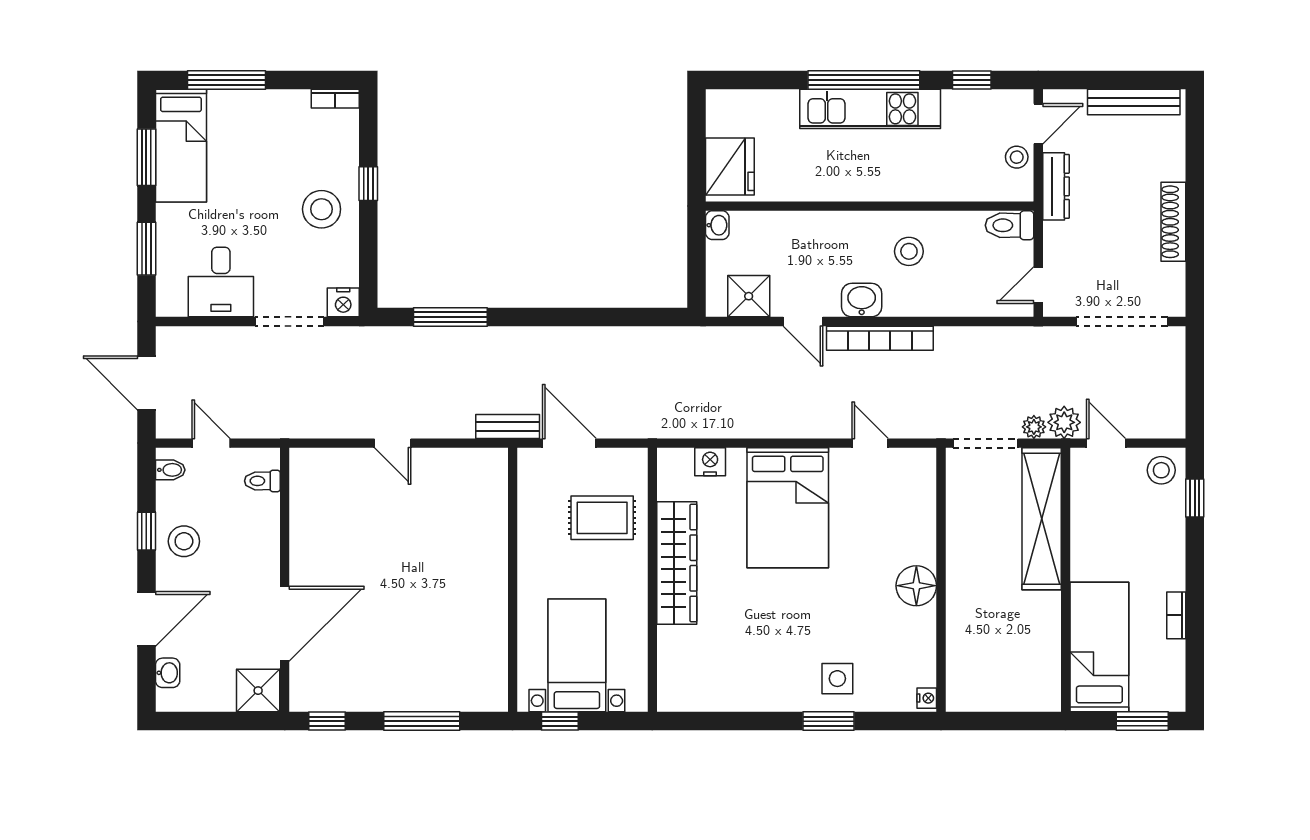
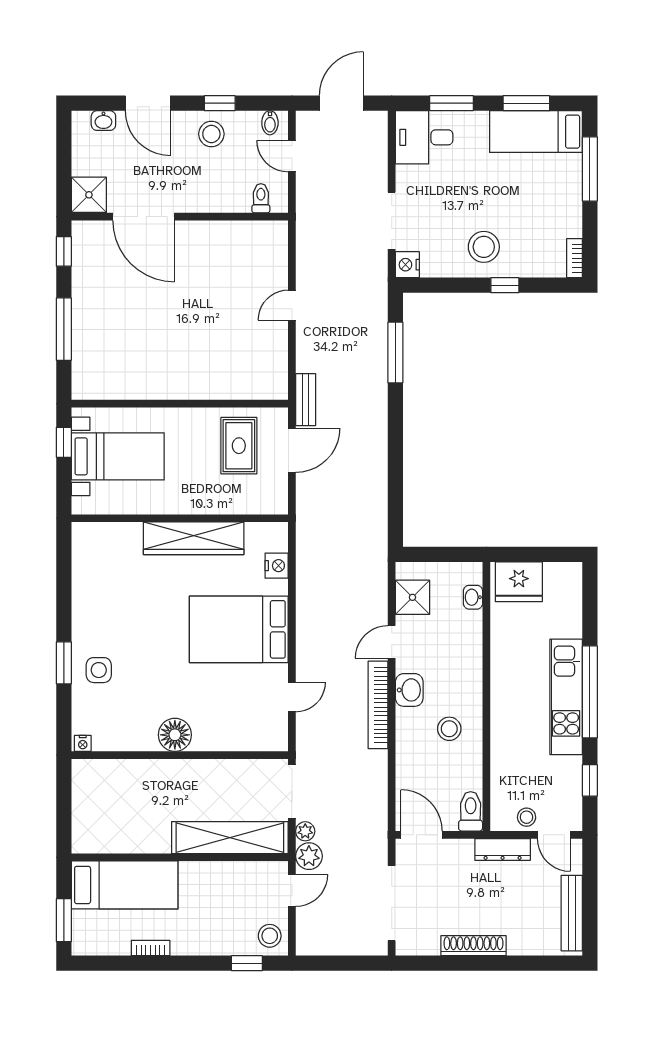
washbasin: (717, 225) -> (473, 597), moved, turned 90
desk: (221, 282) -> (424, 137), moved
door: (1038, 285) -> (422, 835), width x1.37
door: (211, 443) -> (292, 156), swing flipped
rug: (602, 518) -> (239, 446), moved

